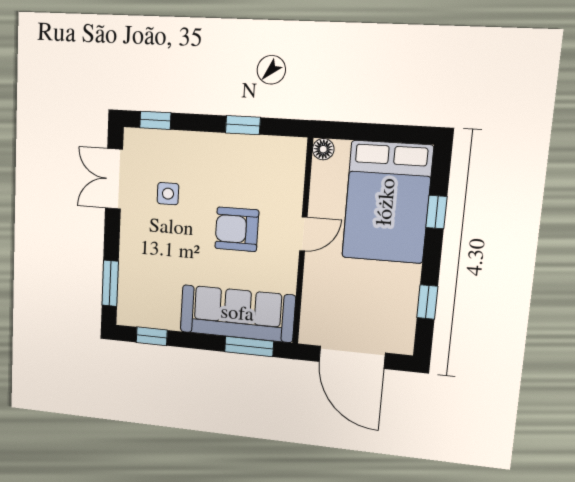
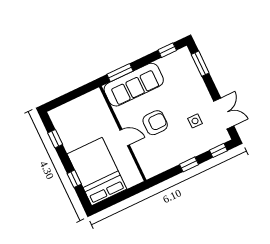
window: (243, 125) -> (189, 164), moved
floor lamp: (323, 149) -> (137, 179), removed
door: (303, 234) -> (125, 137), swing flipped
door: (352, 357) -> (72, 95), removed

